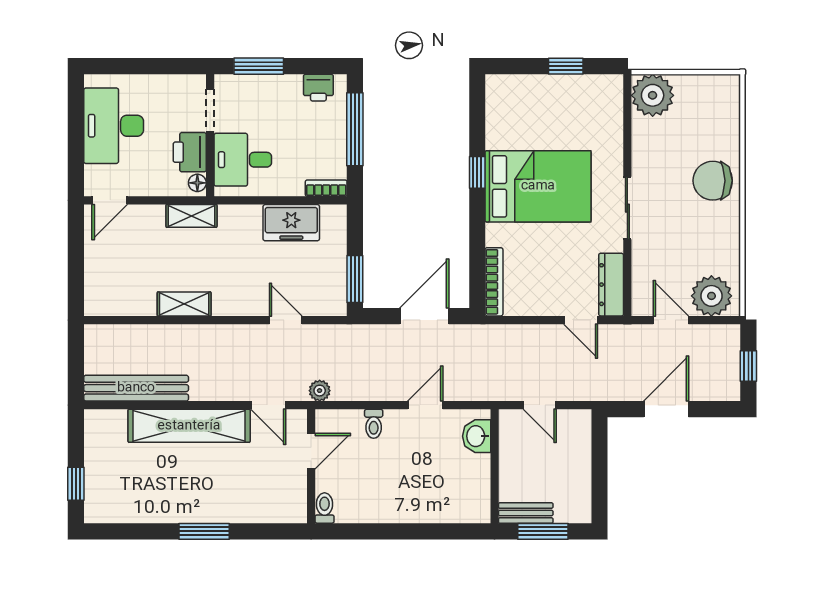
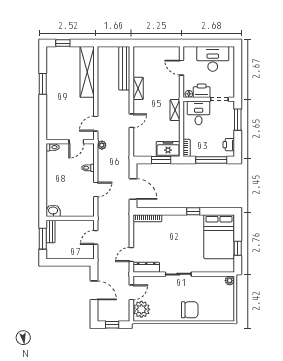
plant: (653, 95) -> (230, 280), width x0.53, depth x0.53
chair: (713, 181) -> (190, 310), turned 90
bed: (538, 186) -> (219, 237), moved
door: (110, 200) -> (181, 68), moved
shelving: (191, 216) -> (175, 110), moved
freezer: (291, 223) -> (168, 149), moved, turned 90
window: (355, 279) -> (161, 160), moved
door: (286, 320) -> (131, 121), moved
bench: (136, 388) -> (124, 68), moved
door: (425, 405) -> (96, 189), hinge flipped
shelving: (189, 426) -> (87, 72), moved
washbasin: (477, 436) -> (53, 211), moved
door: (311, 451) -> (76, 142), hinge flipped
window: (204, 531) -> (43, 84), moved

